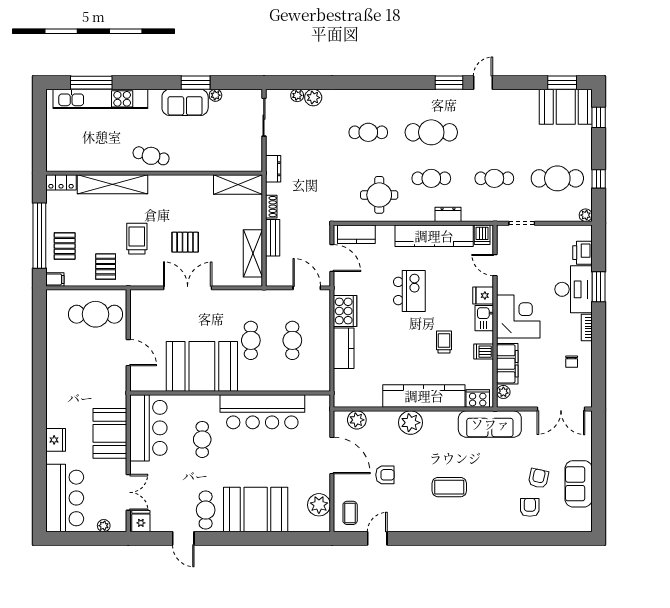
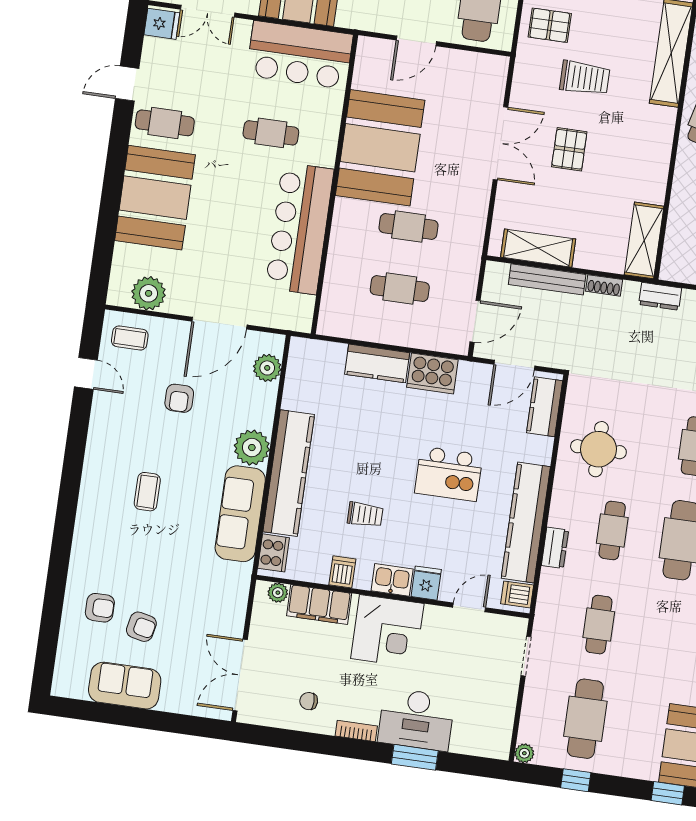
bench: (273, 238) -> (547, 279), width x1.36
printer: (582, 253) -> (469, 740), removed
sofa: (490, 424) -> (240, 514), moved
coffee table: (449, 487) -> (147, 492), width x0.73, depth x0.77

